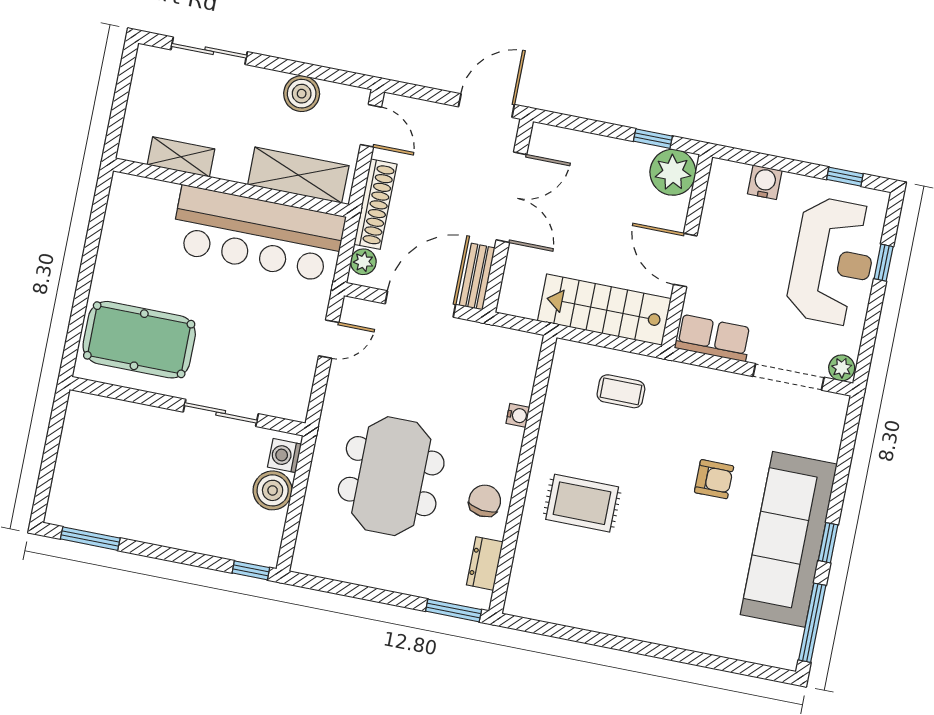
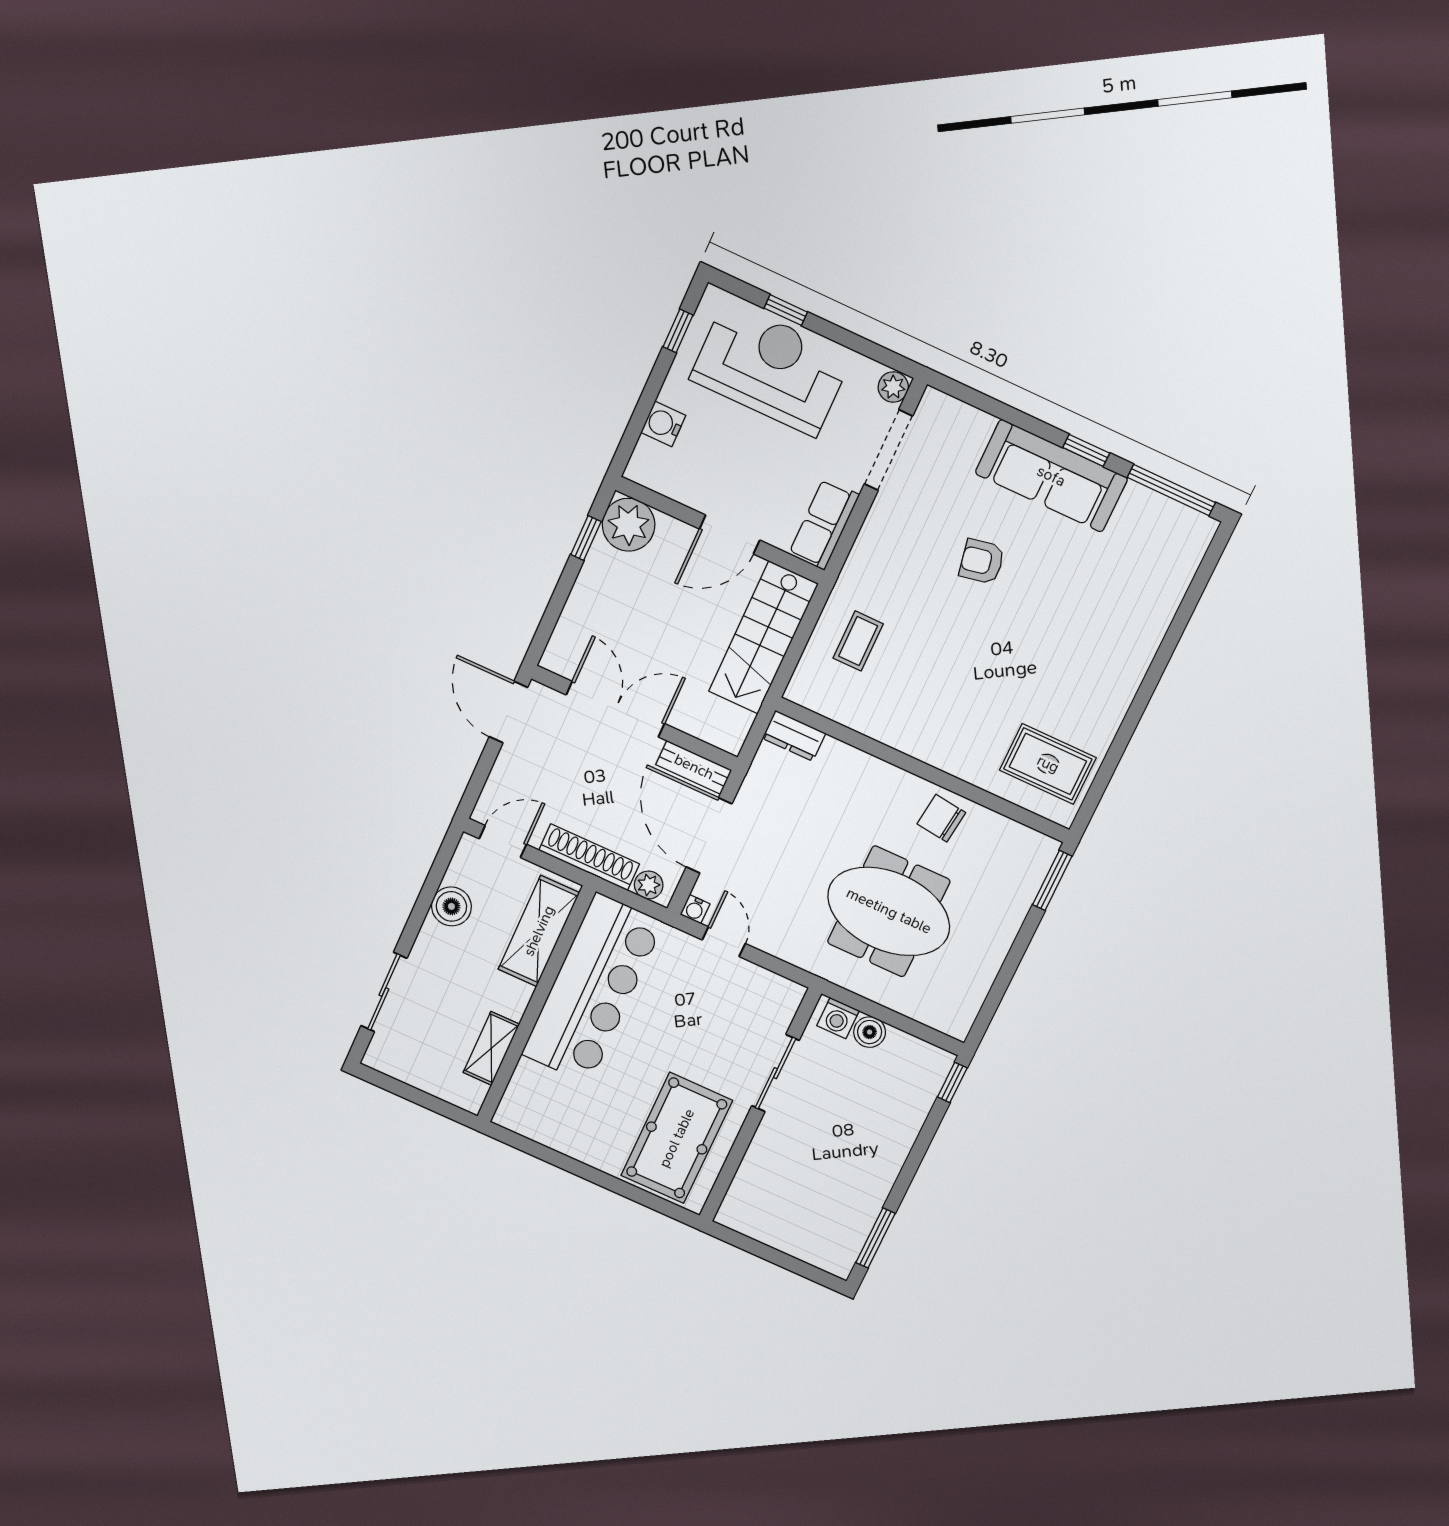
water cooler: (518, 415) -> (695, 909), moved, turned 180
armchair: (714, 479) -> (982, 561), turned -101
boiler: (273, 490) -> (870, 1032), width x0.73, depth x0.73
rug: (582, 503) -> (1048, 764), moved, turned 90
sofa: (789, 539) -> (1051, 476), width x0.74, depth x0.79
dresser: (485, 563) -> (794, 736), moved

